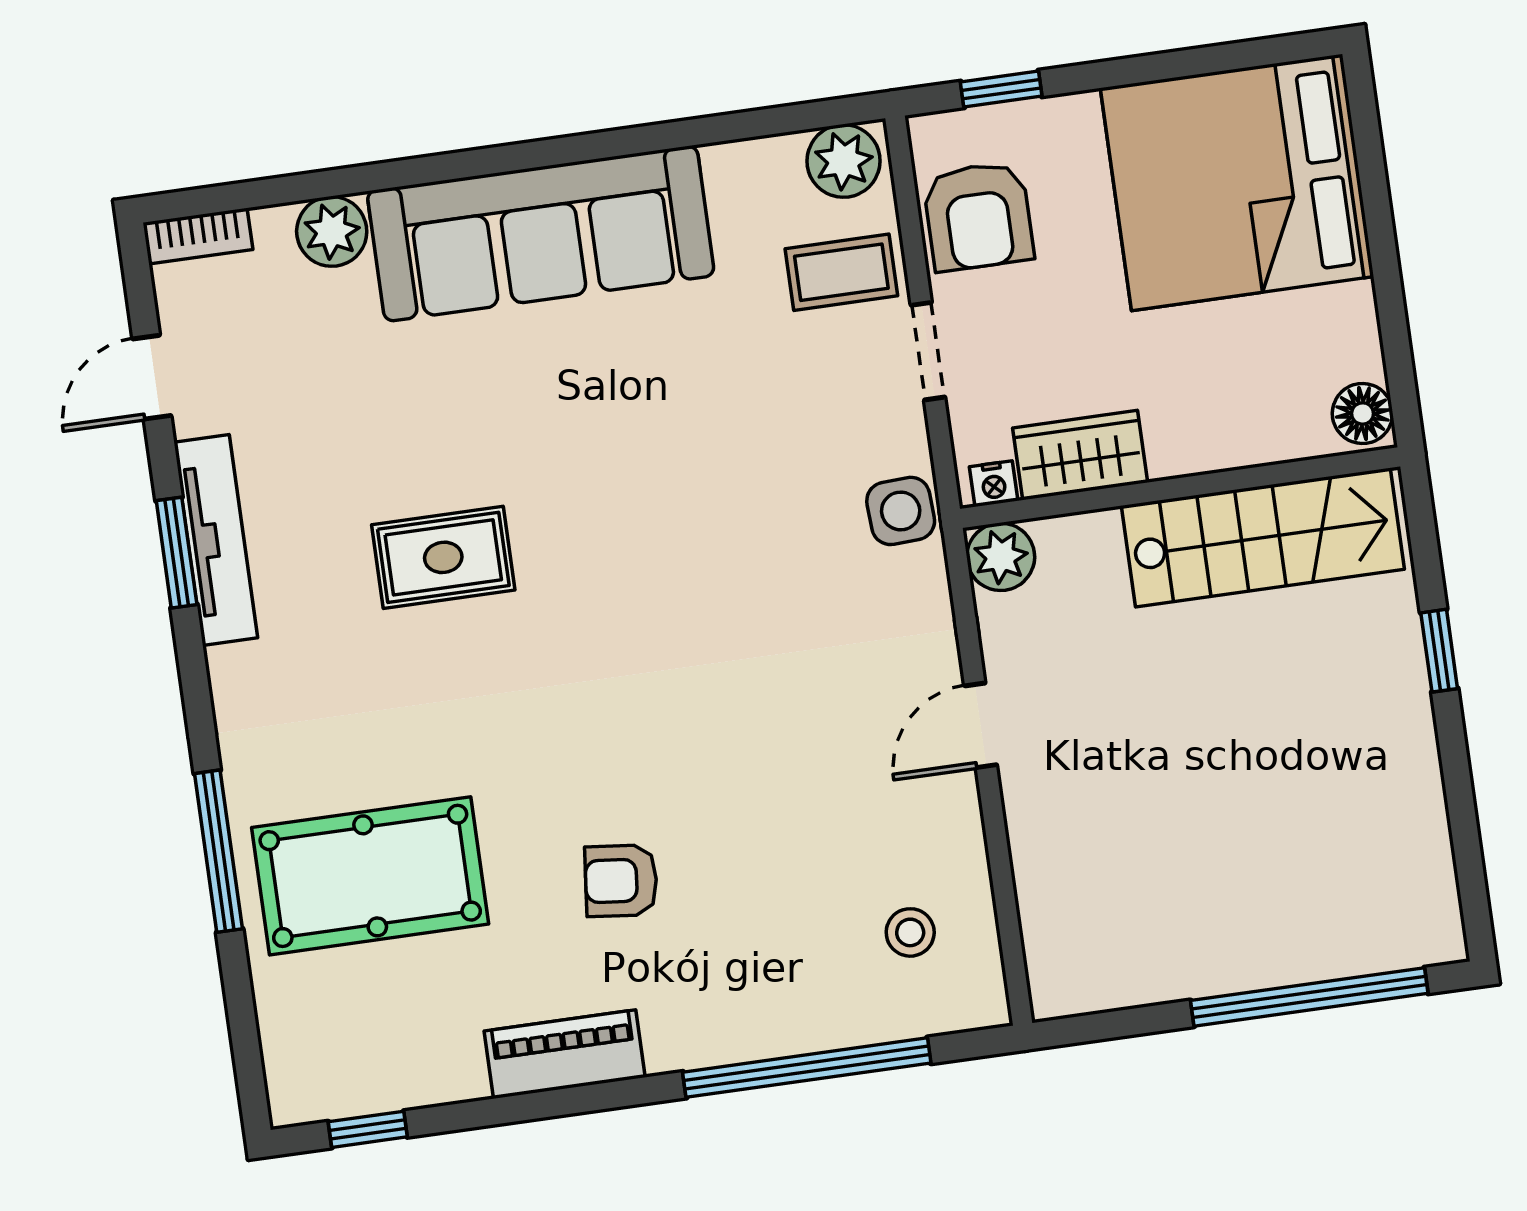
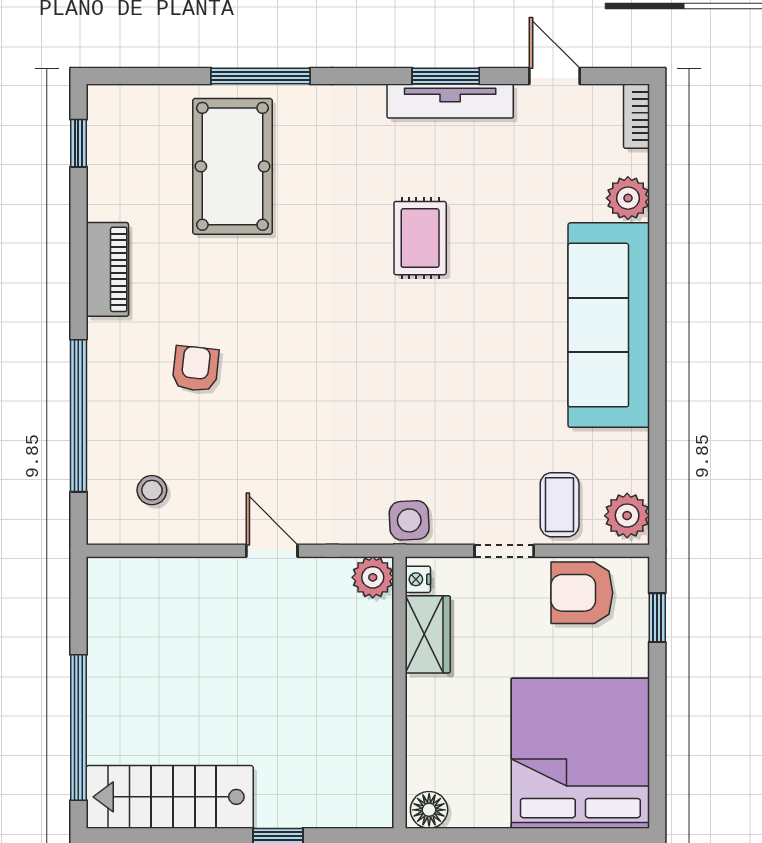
stairs: (1263, 537) -> (170, 797), moved, turned 90
armchair: (621, 881) -> (195, 369), moved

